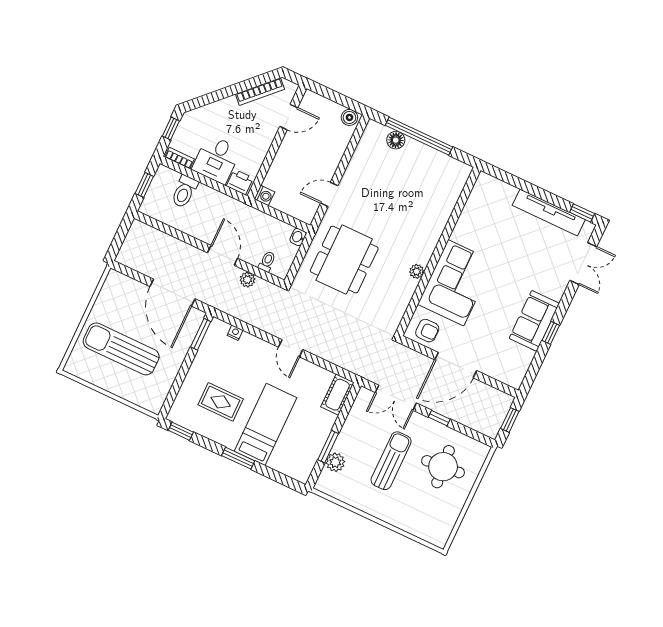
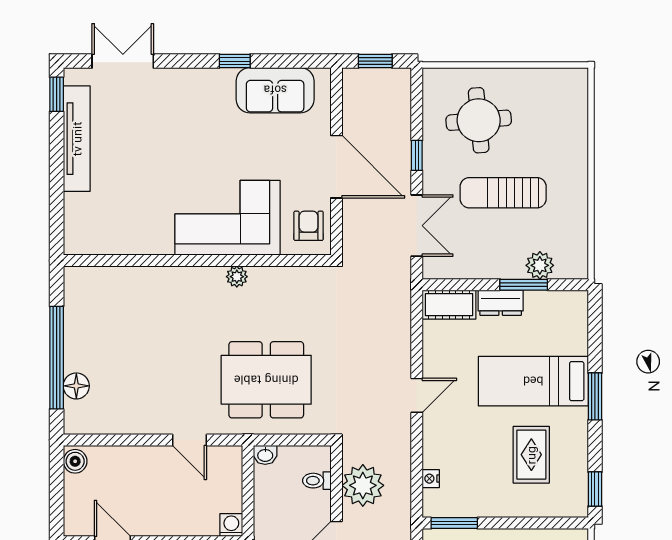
plant: (247, 280) -> (363, 485), width x1.88, depth x1.88
sofa: (534, 321) -> (275, 90), moved
dresser: (324, 427) -> (501, 303), added

